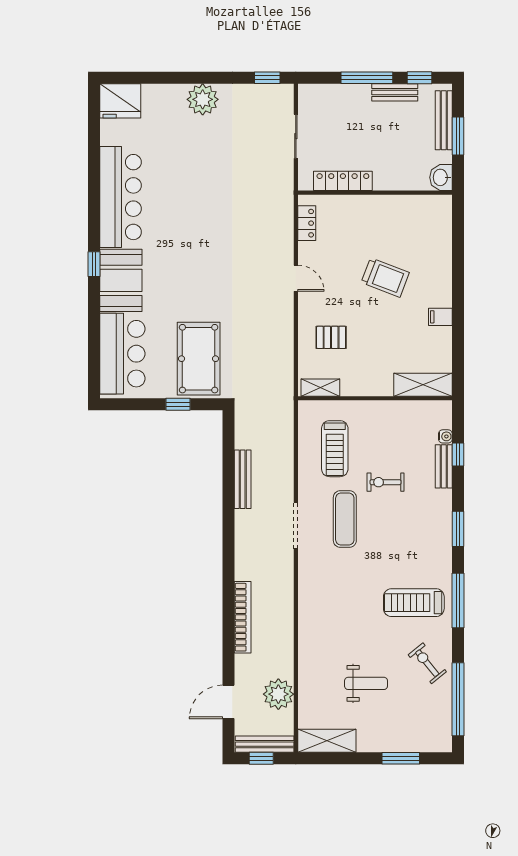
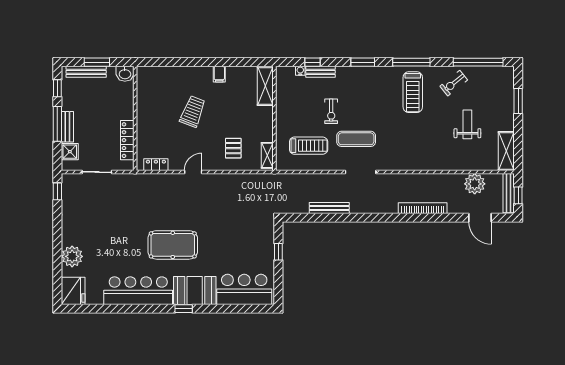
bench: (395, 92) -> (67, 127), moved
shower: (326, 96) -> (70, 152), added
plant: (203, 99) -> (72, 256), moved
pool table: (199, 359) -> (173, 245), moved

